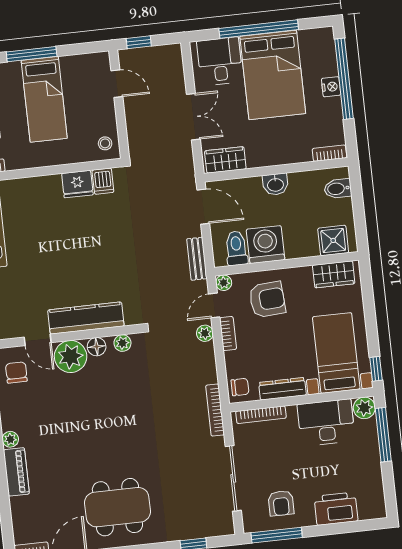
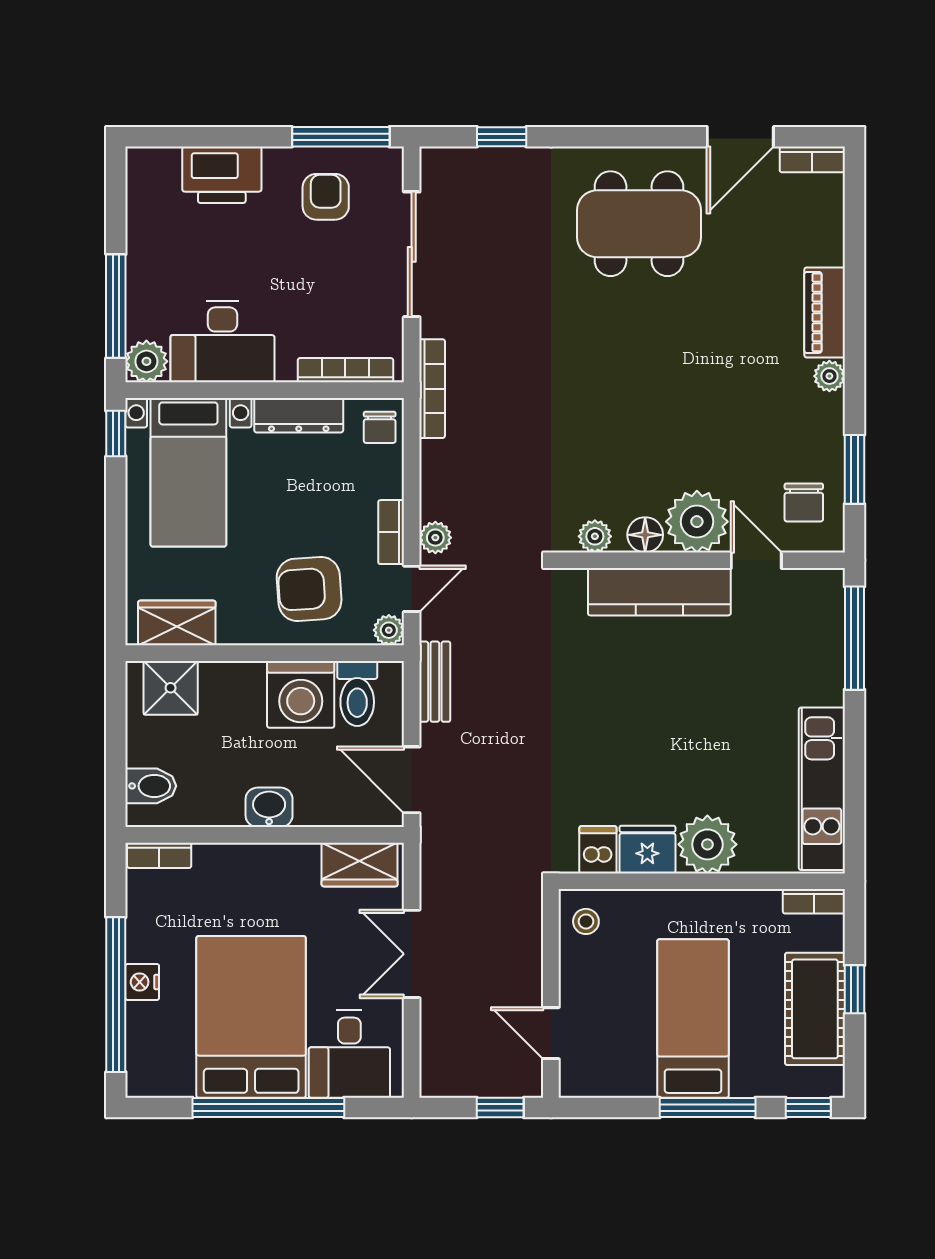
plant: (47, 190) -> (707, 844), added
chair: (240, 387) -> (380, 427), turned -90

